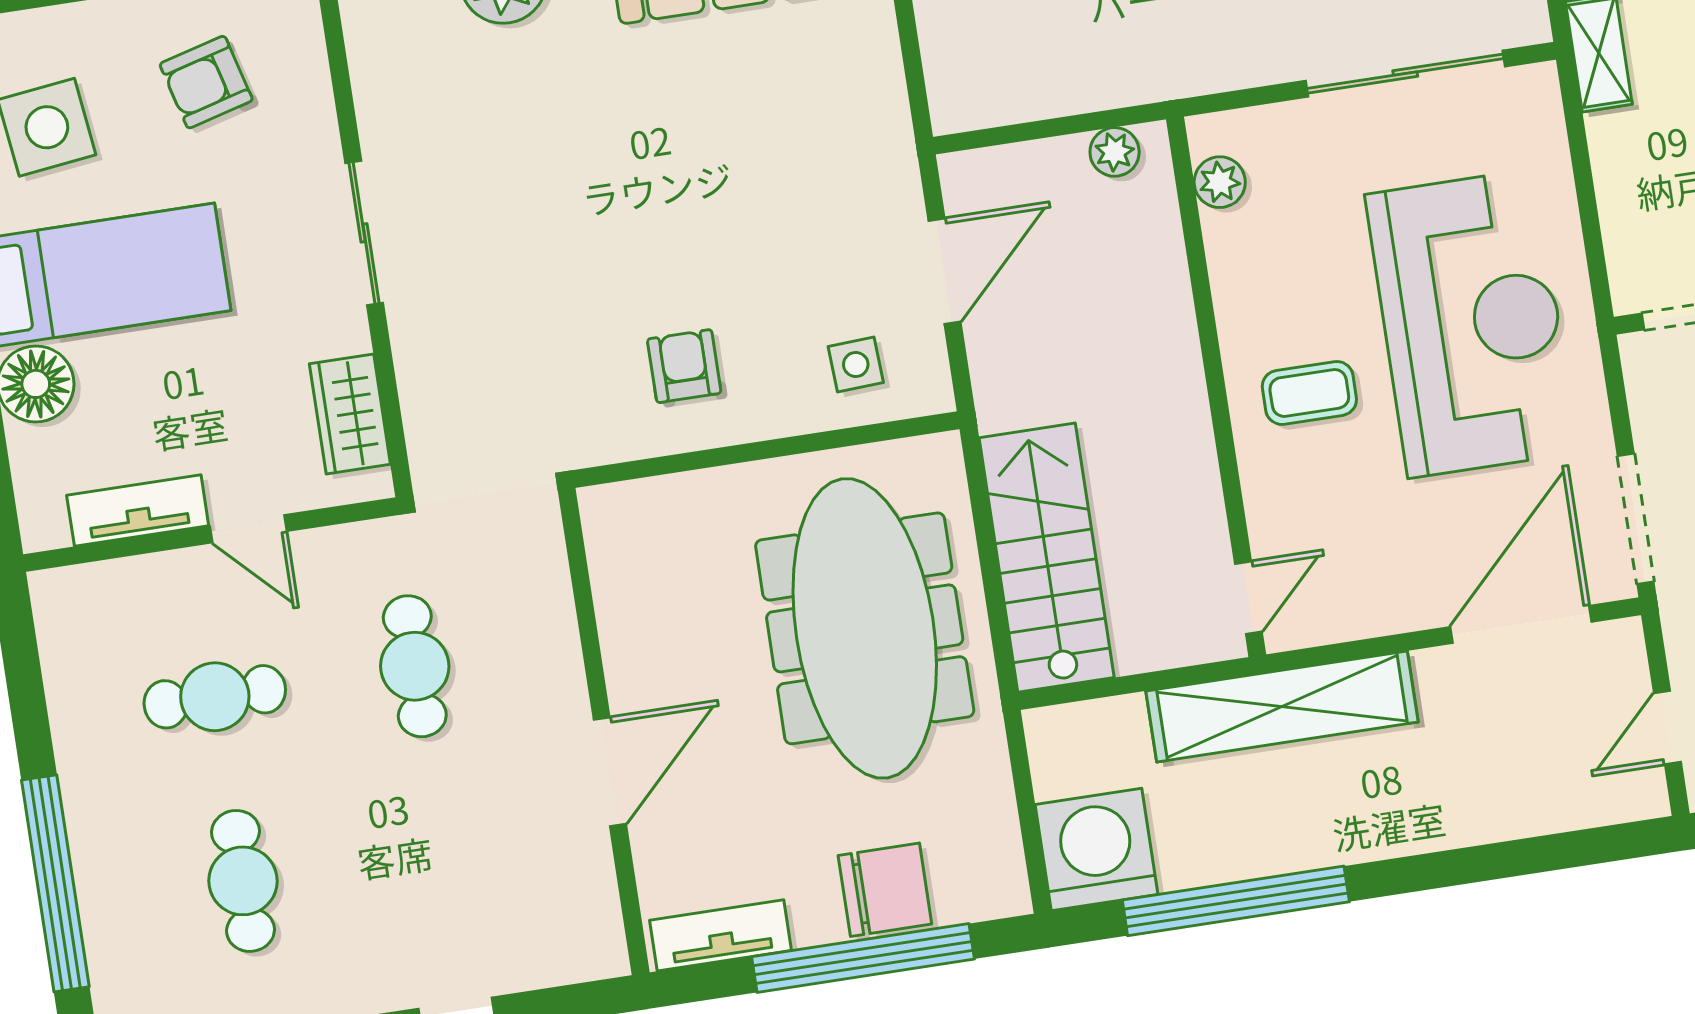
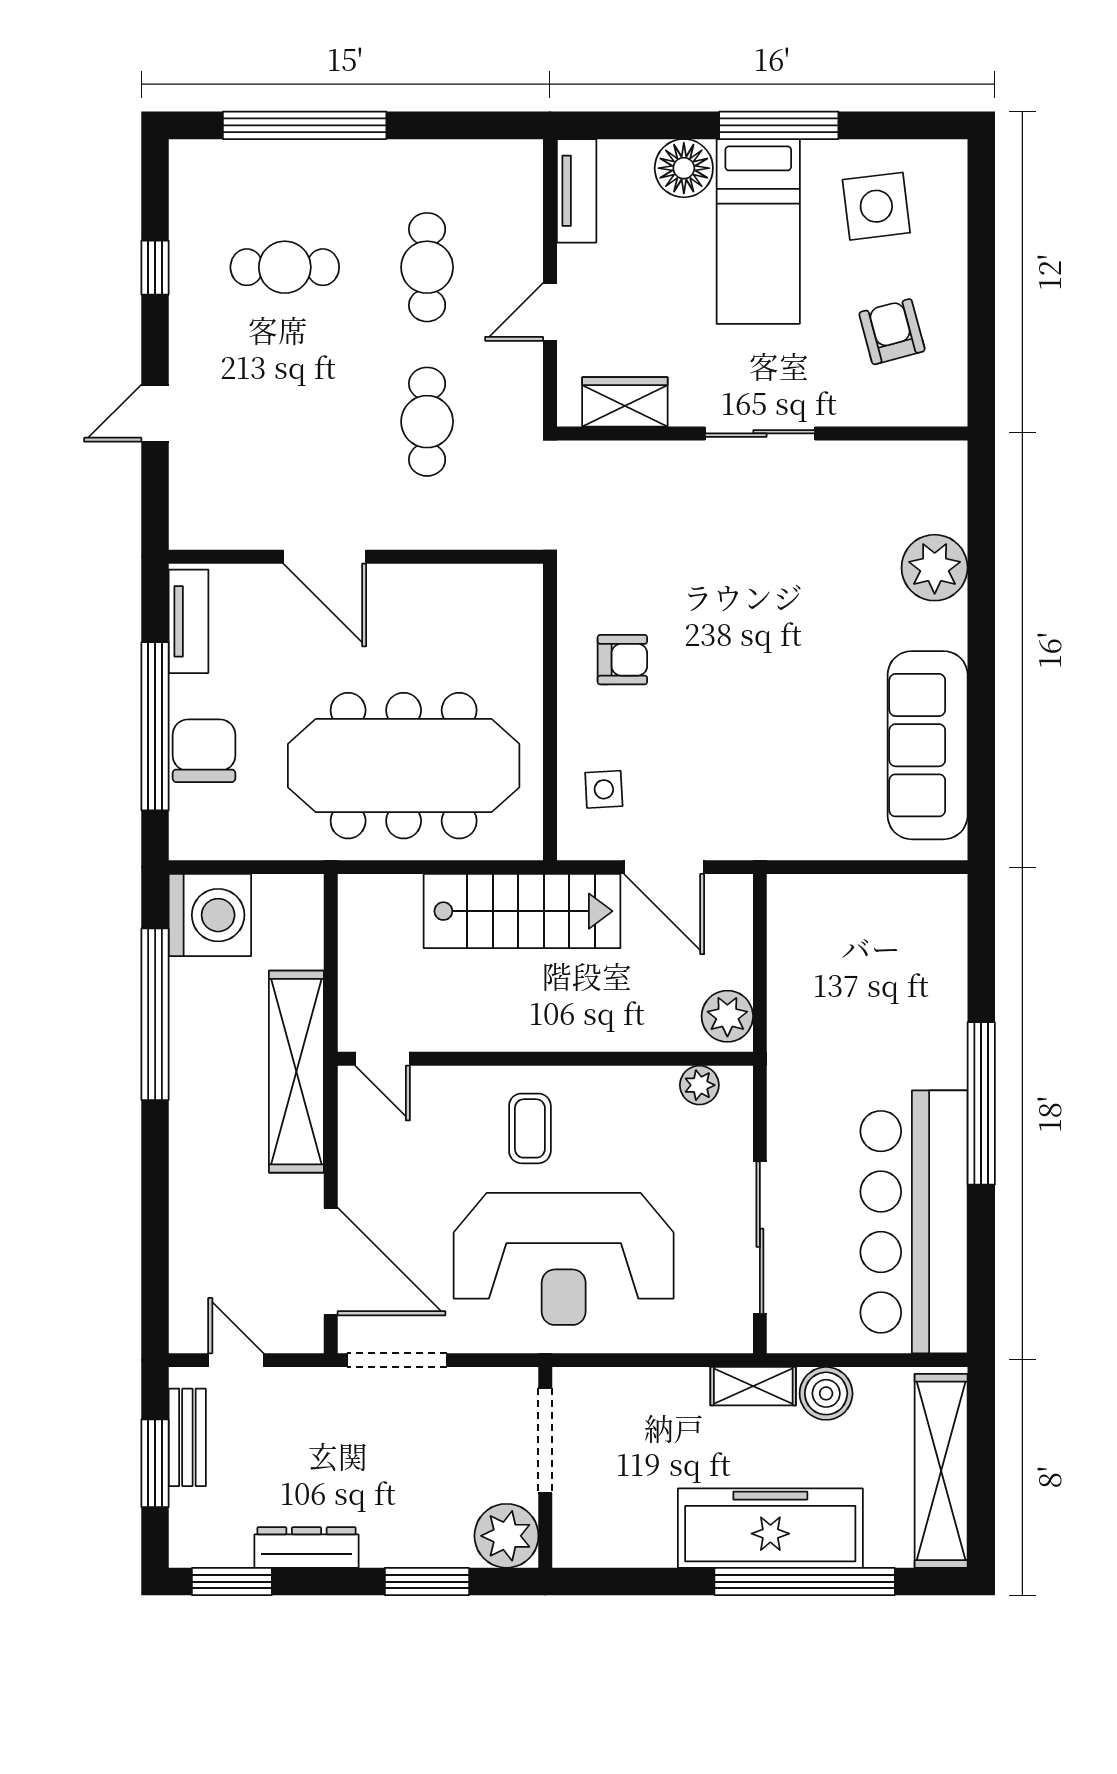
plant: (1115, 152) -> (727, 1016), width x1.38, depth x1.38
tv unit: (138, 511) -> (577, 191), moved
stairs: (1047, 558) -> (522, 911), moved
cafe table: (415, 666) -> (427, 422), turned 90
chair: (885, 890) -> (204, 751), turned 180

